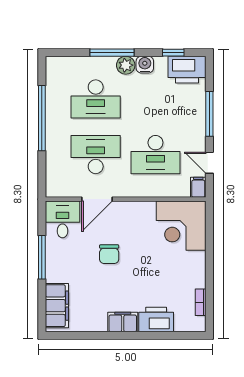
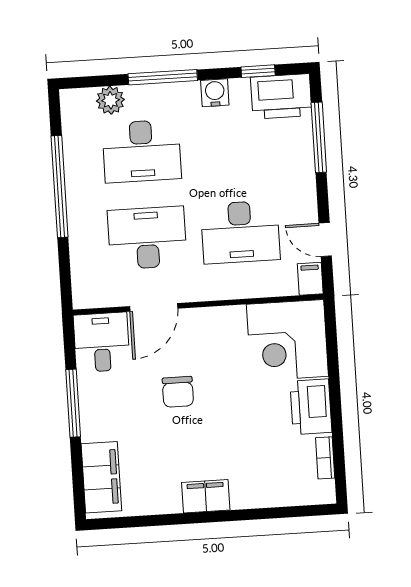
plant: (126, 65) -> (110, 100), moved
window: (209, 114) -> (319, 137), moved
printer: (156, 319) -> (311, 407), moved, turned -90

